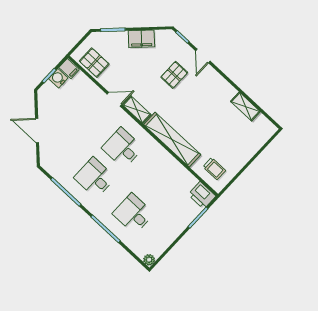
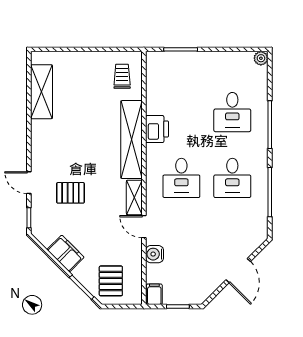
door: (203, 56) -> (29, 183), swing flipped
pallet: (94, 63) -> (111, 281), moved
water cooler: (58, 78) -> (155, 254), moved, turned 90
shelving: (245, 107) -> (41, 92), width x1.50, depth x1.33
printer: (202, 195) -> (157, 129), moved

